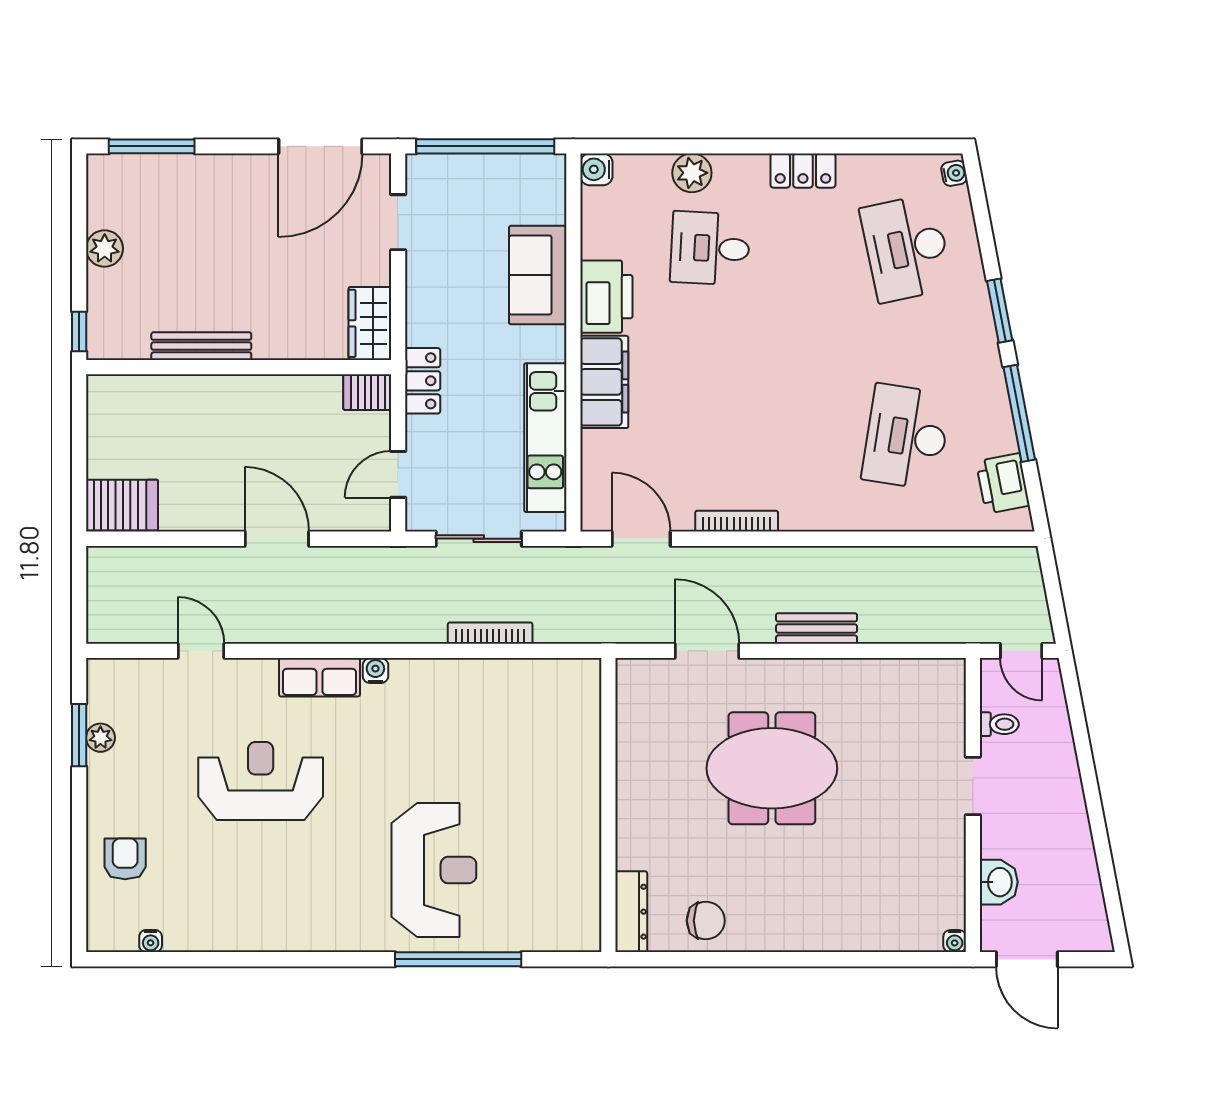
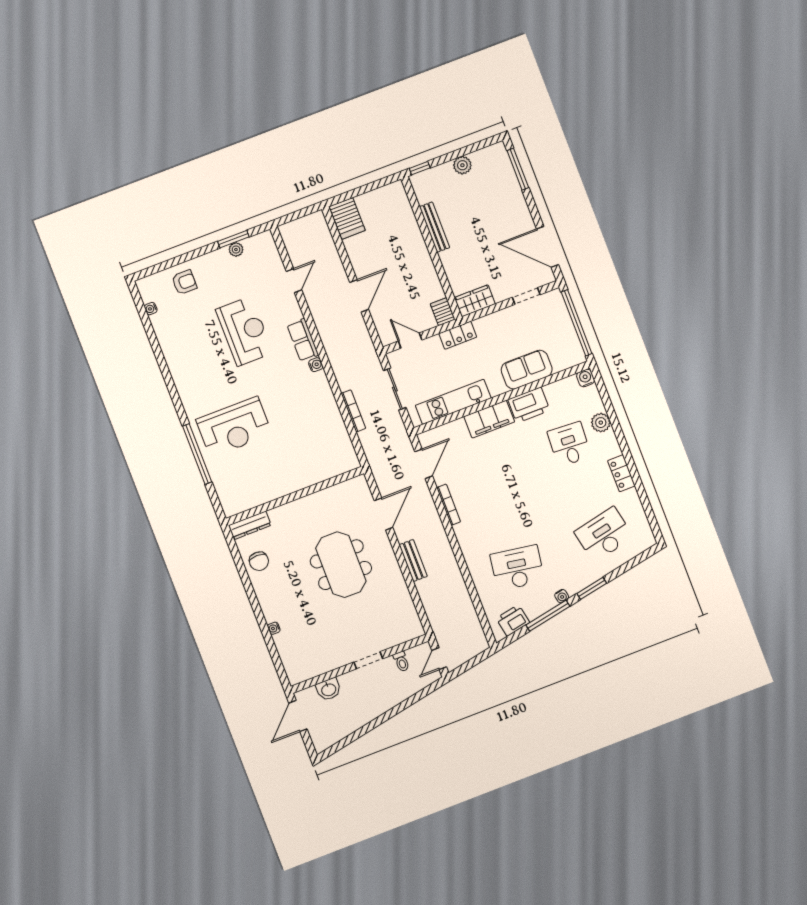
water cooler: (954, 173) -> (562, 596), moved
water cooler: (955, 941) -> (274, 628), moved

